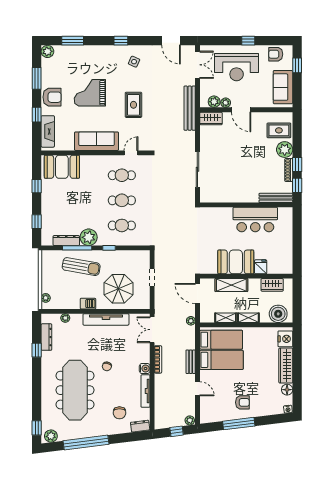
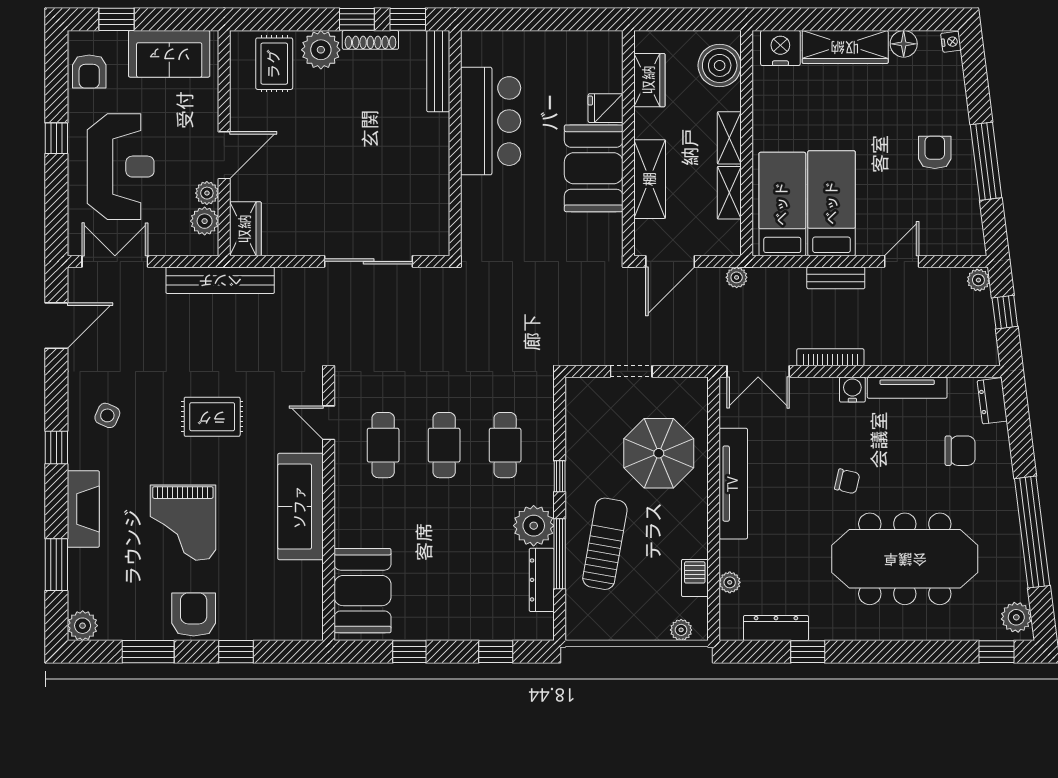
fireplace: (48, 131) -> (83, 509), moved, turned 90
barbecue: (88, 304) -> (695, 578), moved

